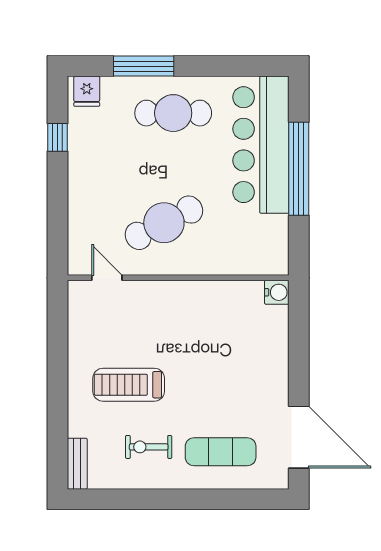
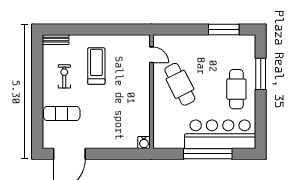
fridge: (87, 91) -> (248, 45), removed
window: (58, 137) -> (224, 29), width x2.17
door: (107, 278) -> (151, 55), hinge flipped
exercise mat: (221, 452) -> (62, 114), turned 90

